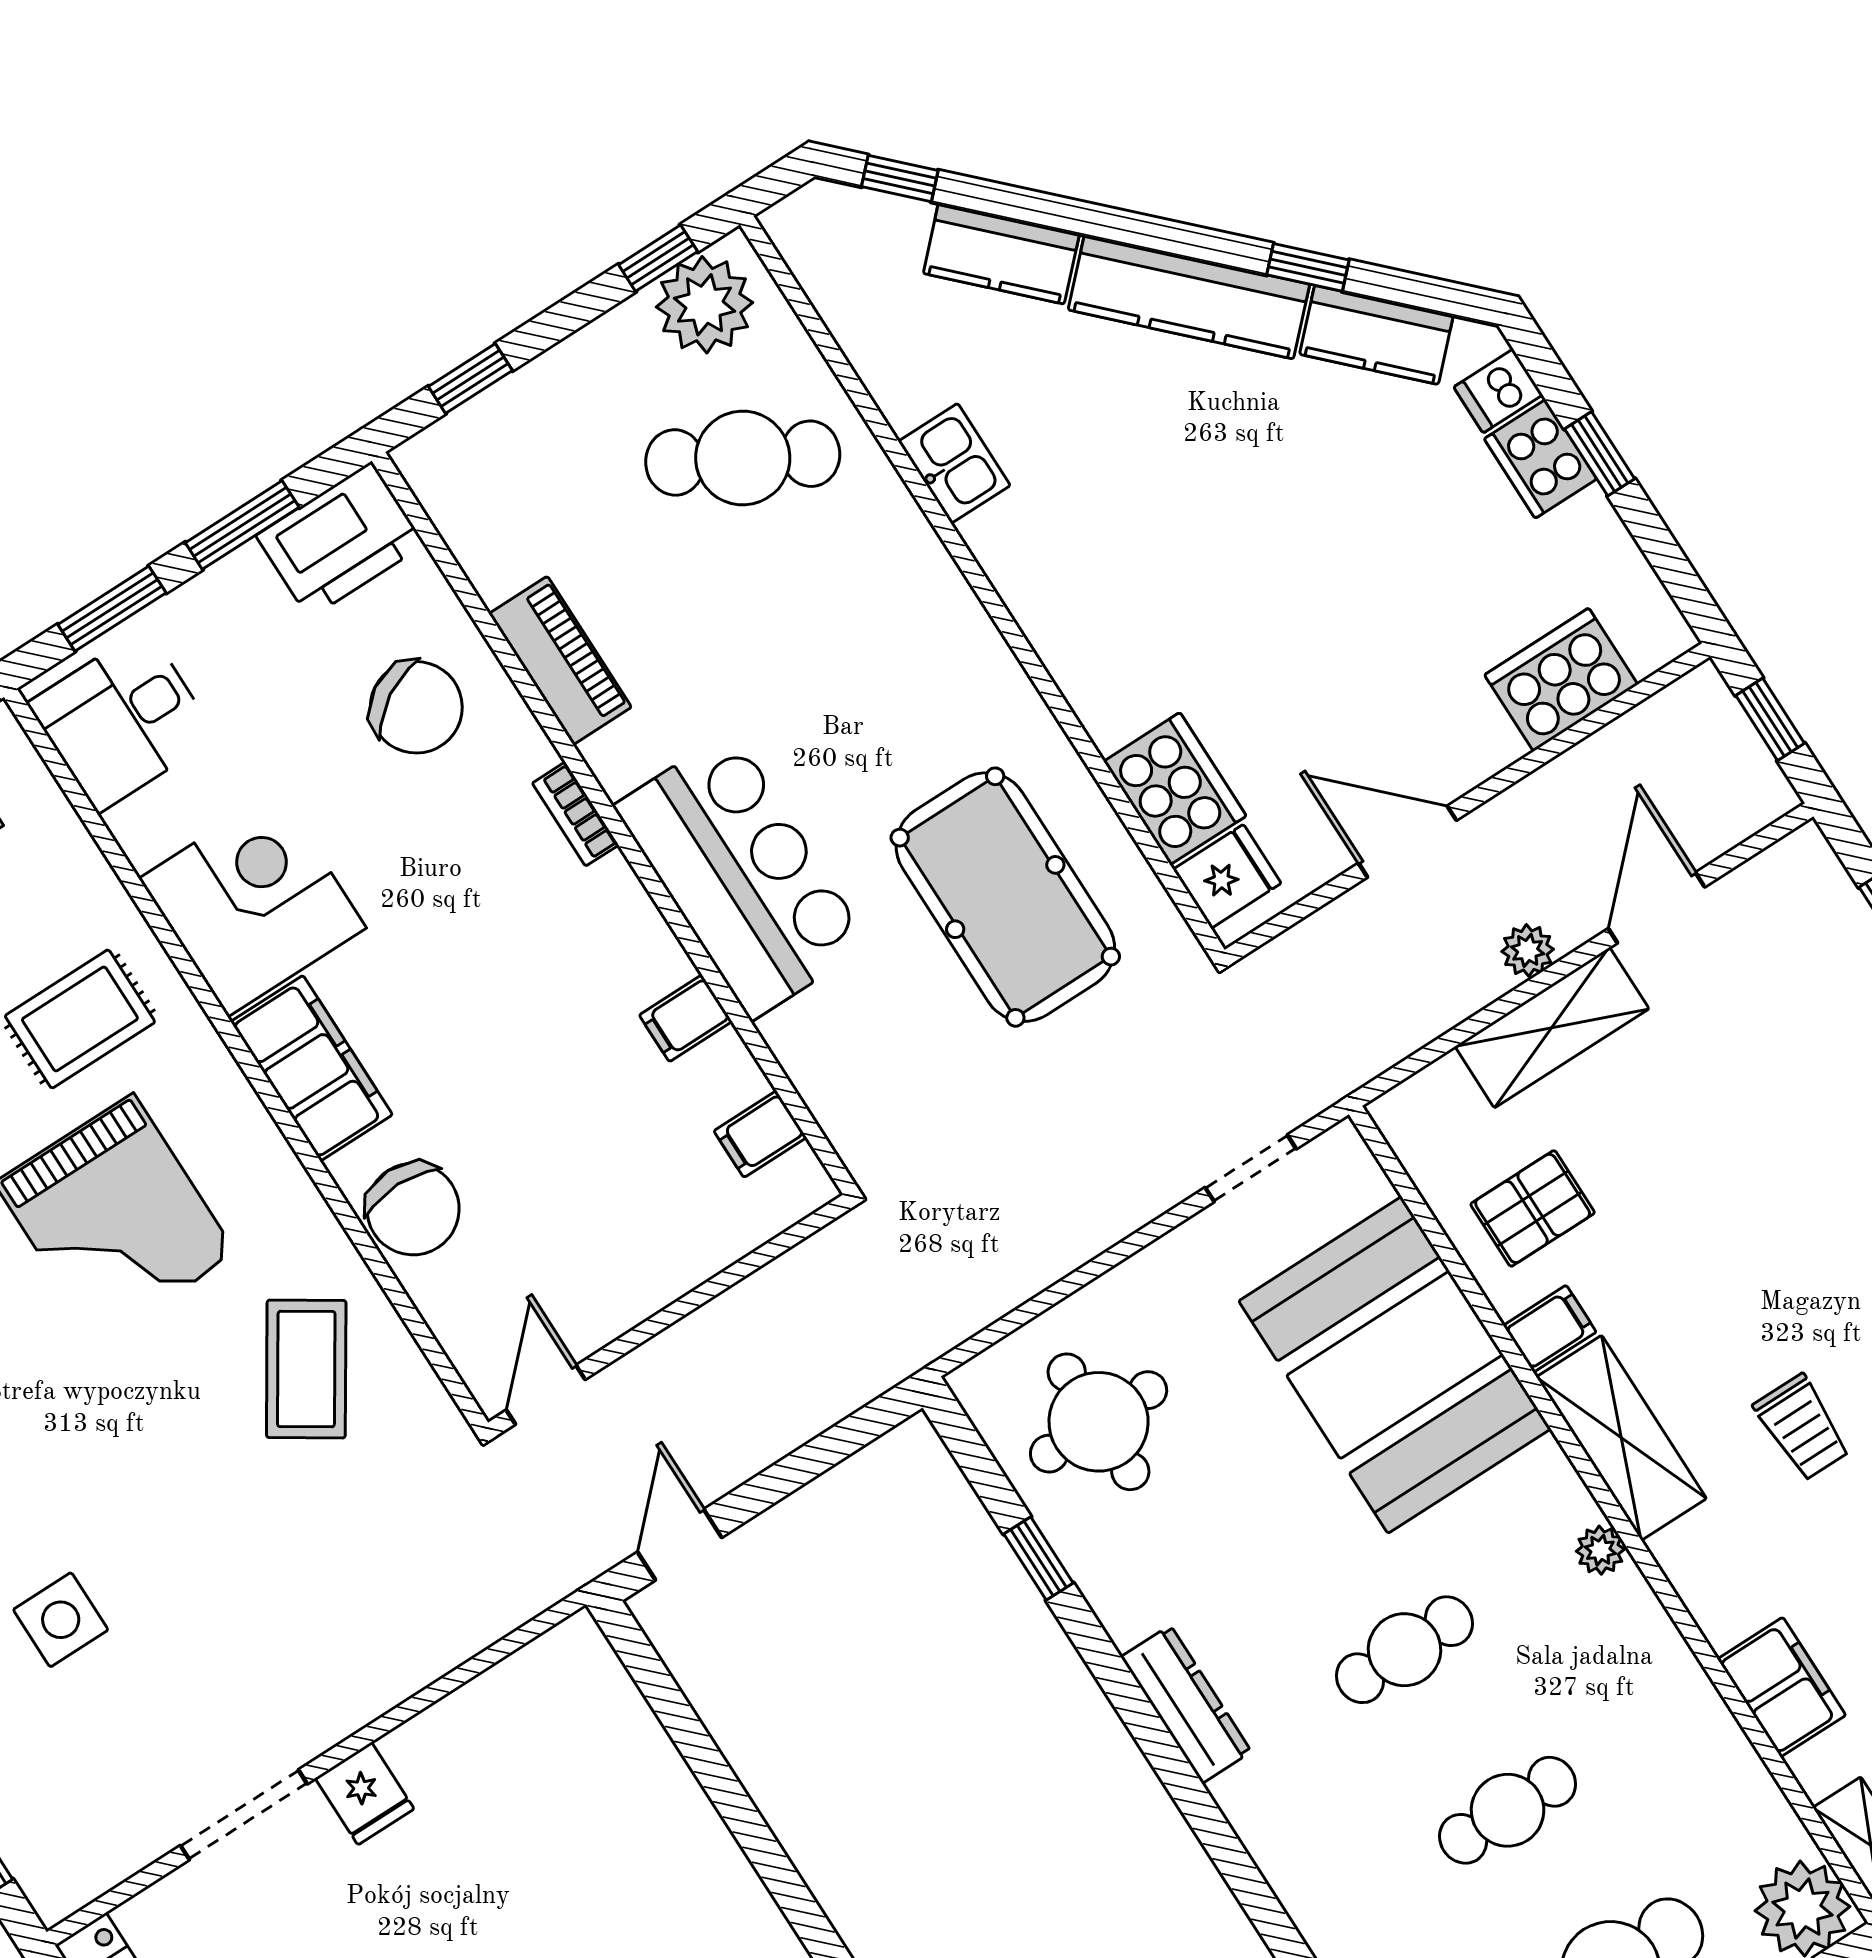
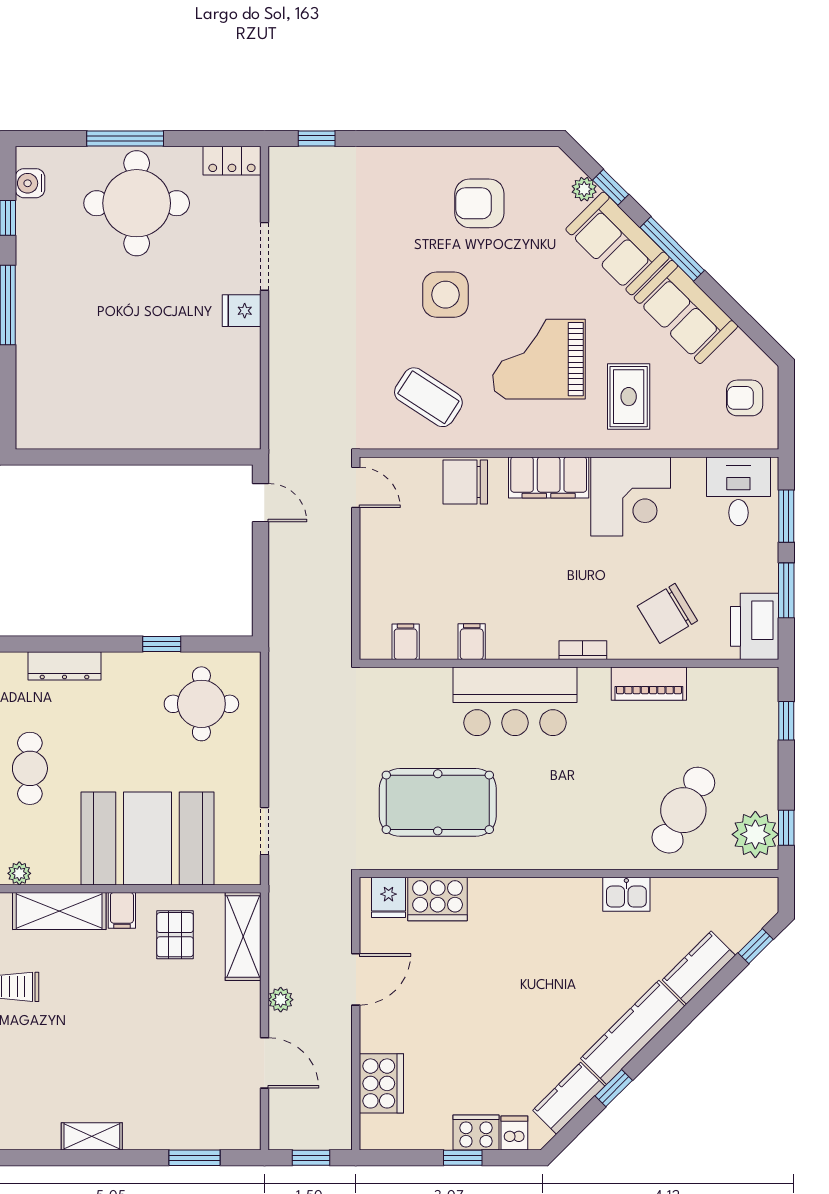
shelving: (1552, 1028) -> (243, 936), moved
side table: (61, 1620) -> (445, 295), moved, width x1.37, depth x1.37

